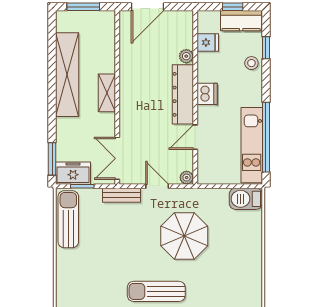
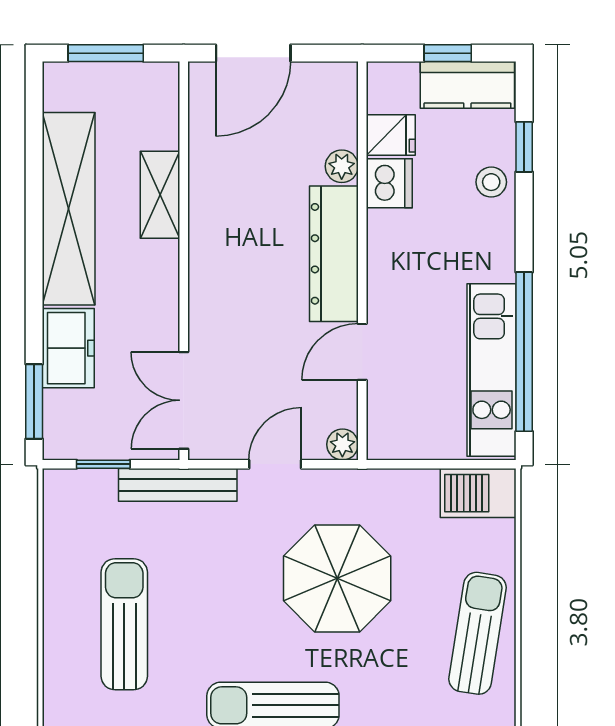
shelving: (107, 93) -> (160, 195), moved
dishwasher: (207, 94) -> (389, 183), moved
freezer: (73, 173) -> (68, 348), moved, turned 90
door: (157, 186) -> (275, 464), hinge flipped
bench: (122, 195) -> (178, 485), width x1.36
sun lounger: (68, 219) -> (124, 624), moved
sun lounger: (246, 260) -> (477, 633), added

